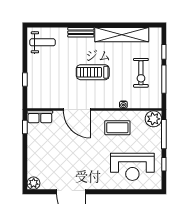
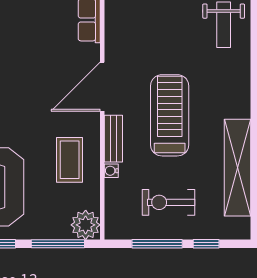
bench: (81, 32) -> (113, 139), moved
treadmill: (93, 72) -> (170, 115), width x1.37, depth x1.37

